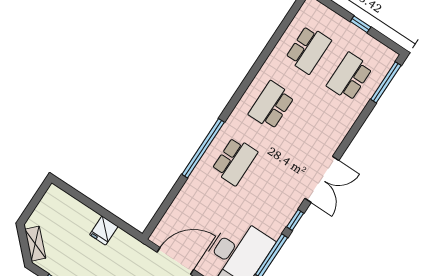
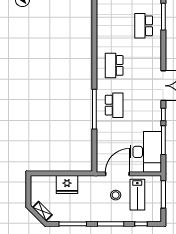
school desk: (308, 50) -> (114, 26), removed
fridge: (104, 230) -> (67, 185), width x1.88, depth x1.34

